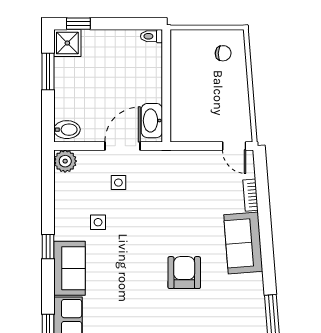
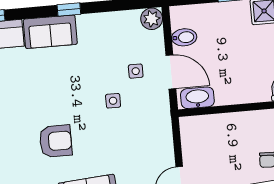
bidet: (67, 130) -> (184, 37), moved, turned -90
side table: (98, 222) -> (113, 101), moved

